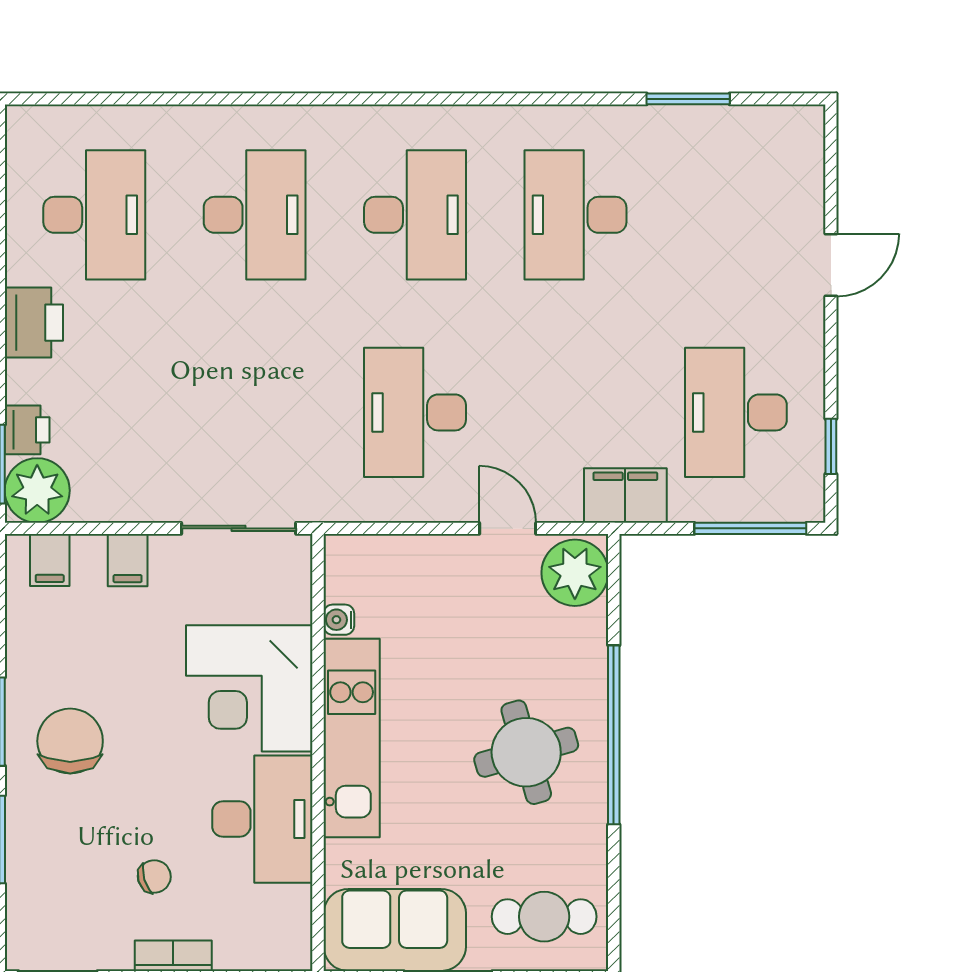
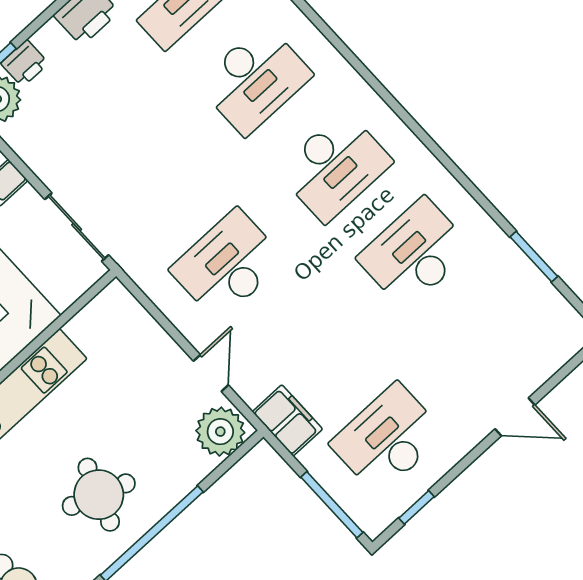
water cooler: (339, 620) -> (77, 327), removed
round table: (526, 752) -> (99, 495), turned 36

